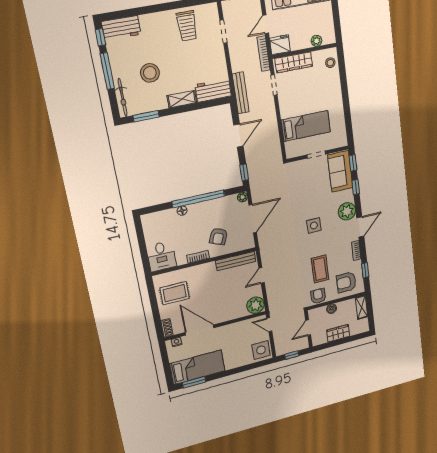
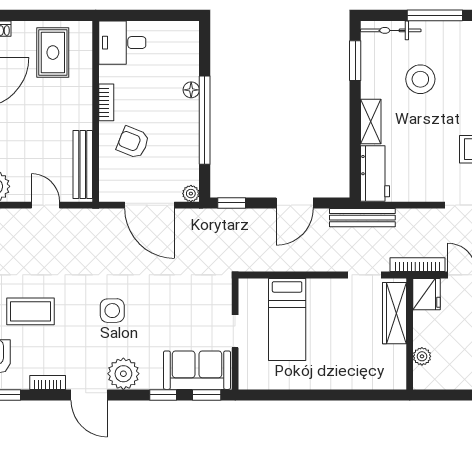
stool: (330, 63) -> (383, 376), removed
door: (238, 135) -> (295, 203), hinge flipped

